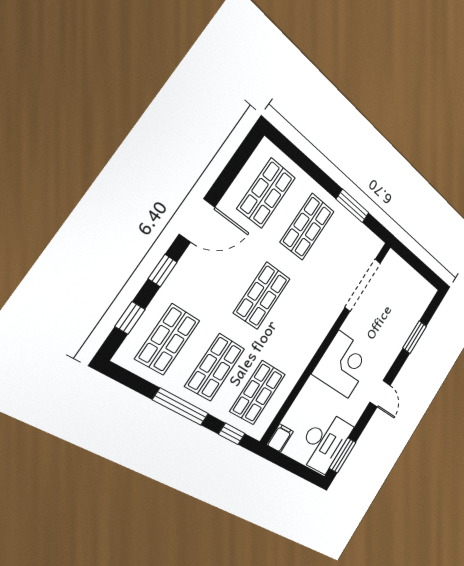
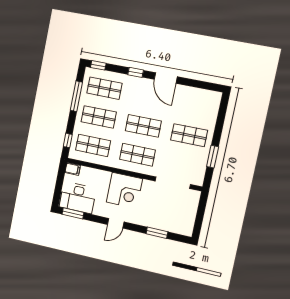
shop shelf: (266, 193) -> (137, 155), moved
window: (130, 318) -> (98, 65), moved
window: (181, 407) -> (76, 96), moved

